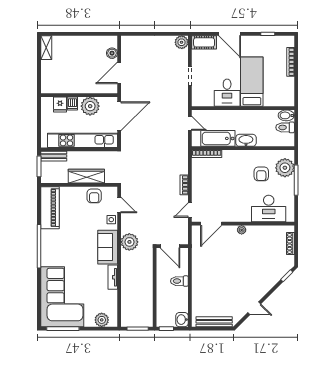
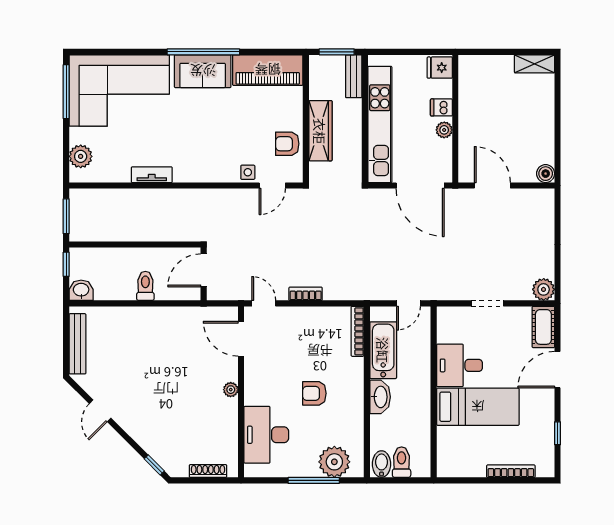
boiler: (112, 53) -> (546, 174), moved
fridge: (60, 105) -> (440, 68), moved
plant: (90, 106) -> (444, 130), width x0.53, depth x0.53
bidet: (286, 115) -> (381, 464), moved
armchair: (261, 174) -> (314, 393), moved
plant: (129, 242) -> (211, 203), removed
sofa: (108, 247) -> (203, 71), moved, turned 180

